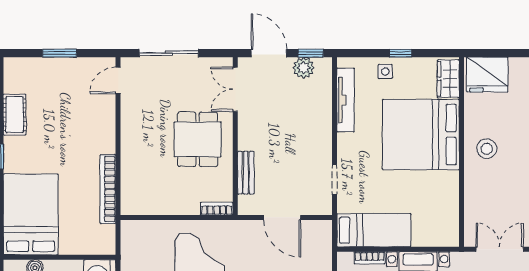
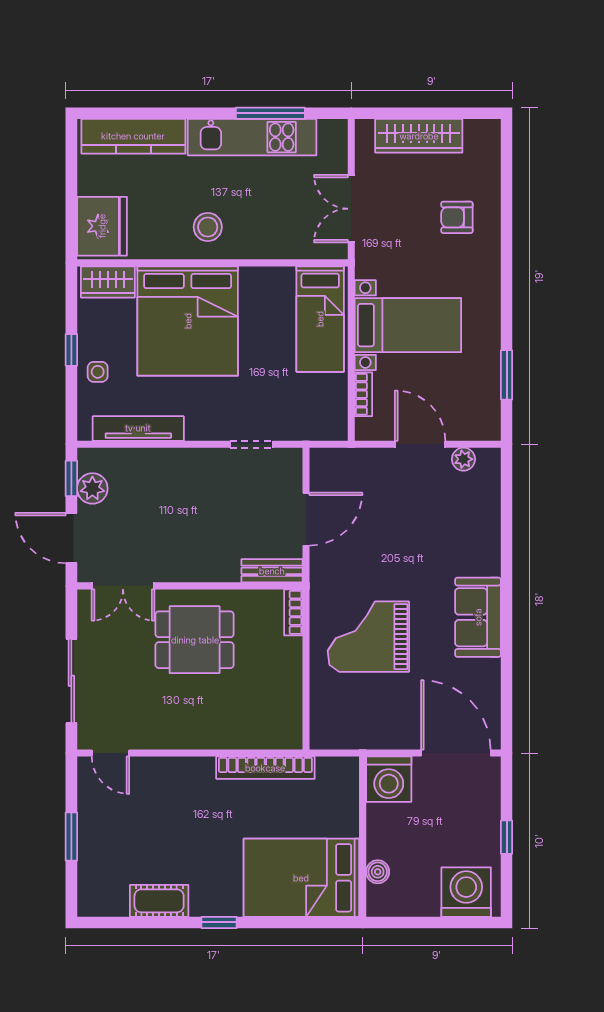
door: (269, 53) -> (71, 538), hinge flipped
bench: (246, 173) -> (272, 571), moved
bed: (374, 230) -> (320, 319), moved, turned 180

